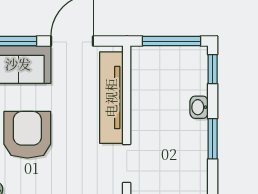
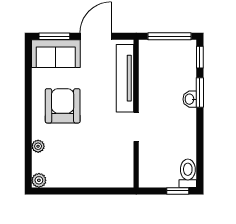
washbasin: (199, 107) -> (190, 99), moved
window: (213, 139) -> (200, 93), moved

